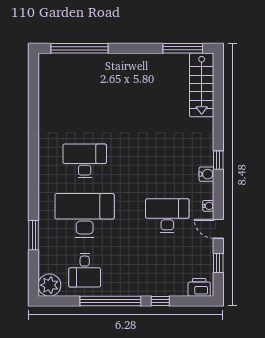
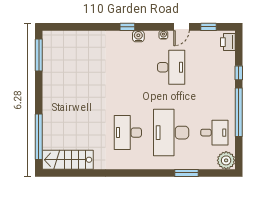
stairs: (202, 85) -> (68, 160), moved, turned 180
desk: (167, 216) -> (171, 67), turned 180

